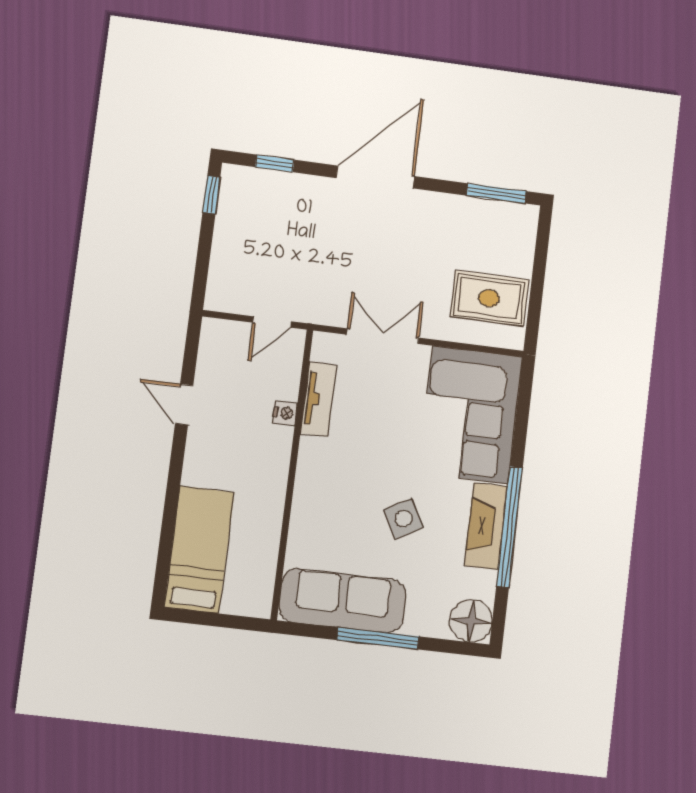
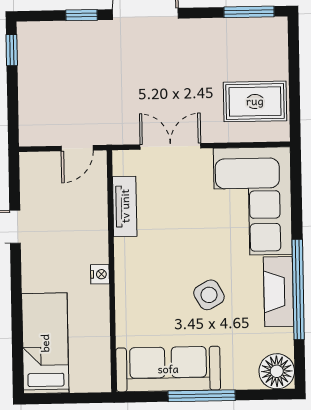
window: (275, 163) -> (82, 15), moved
nightstand: (285, 413) -> (100, 274), moved

